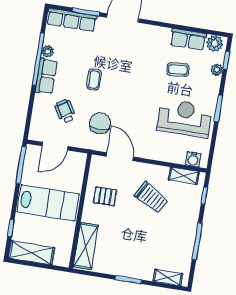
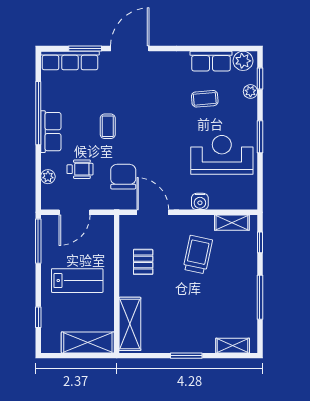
plant: (48, 51) -> (48, 177), moved
wheelchair: (65, 111) -> (80, 169), turned 122
water cooler: (193, 159) -> (200, 201), moved
pallet: (105, 196) -> (143, 262), turned 90
trolley: (151, 198) -> (198, 255), turned -108
lab bench: (48, 203) -> (77, 281), width x0.73, depth x0.72
shelving: (31, 253) -> (88, 342), moved

